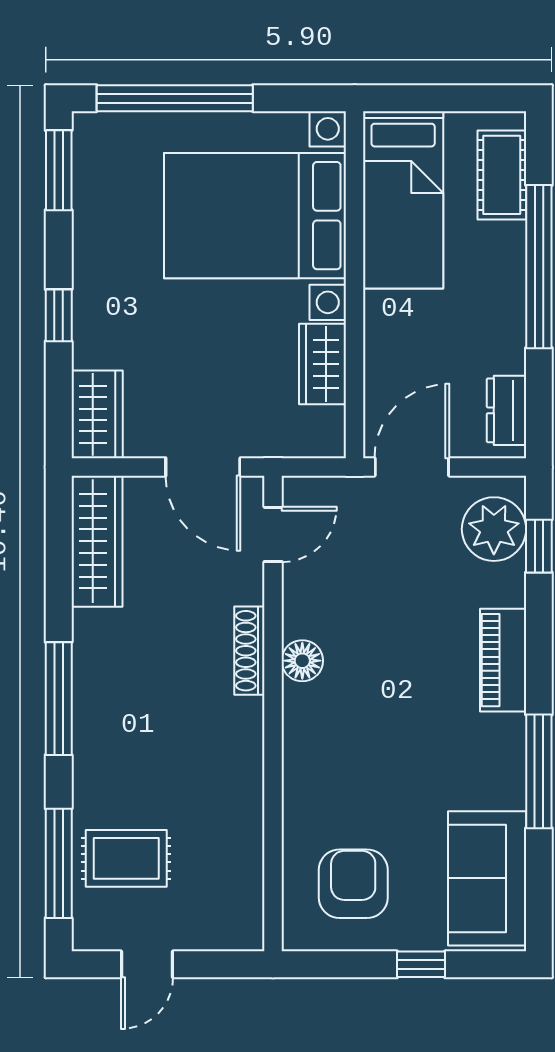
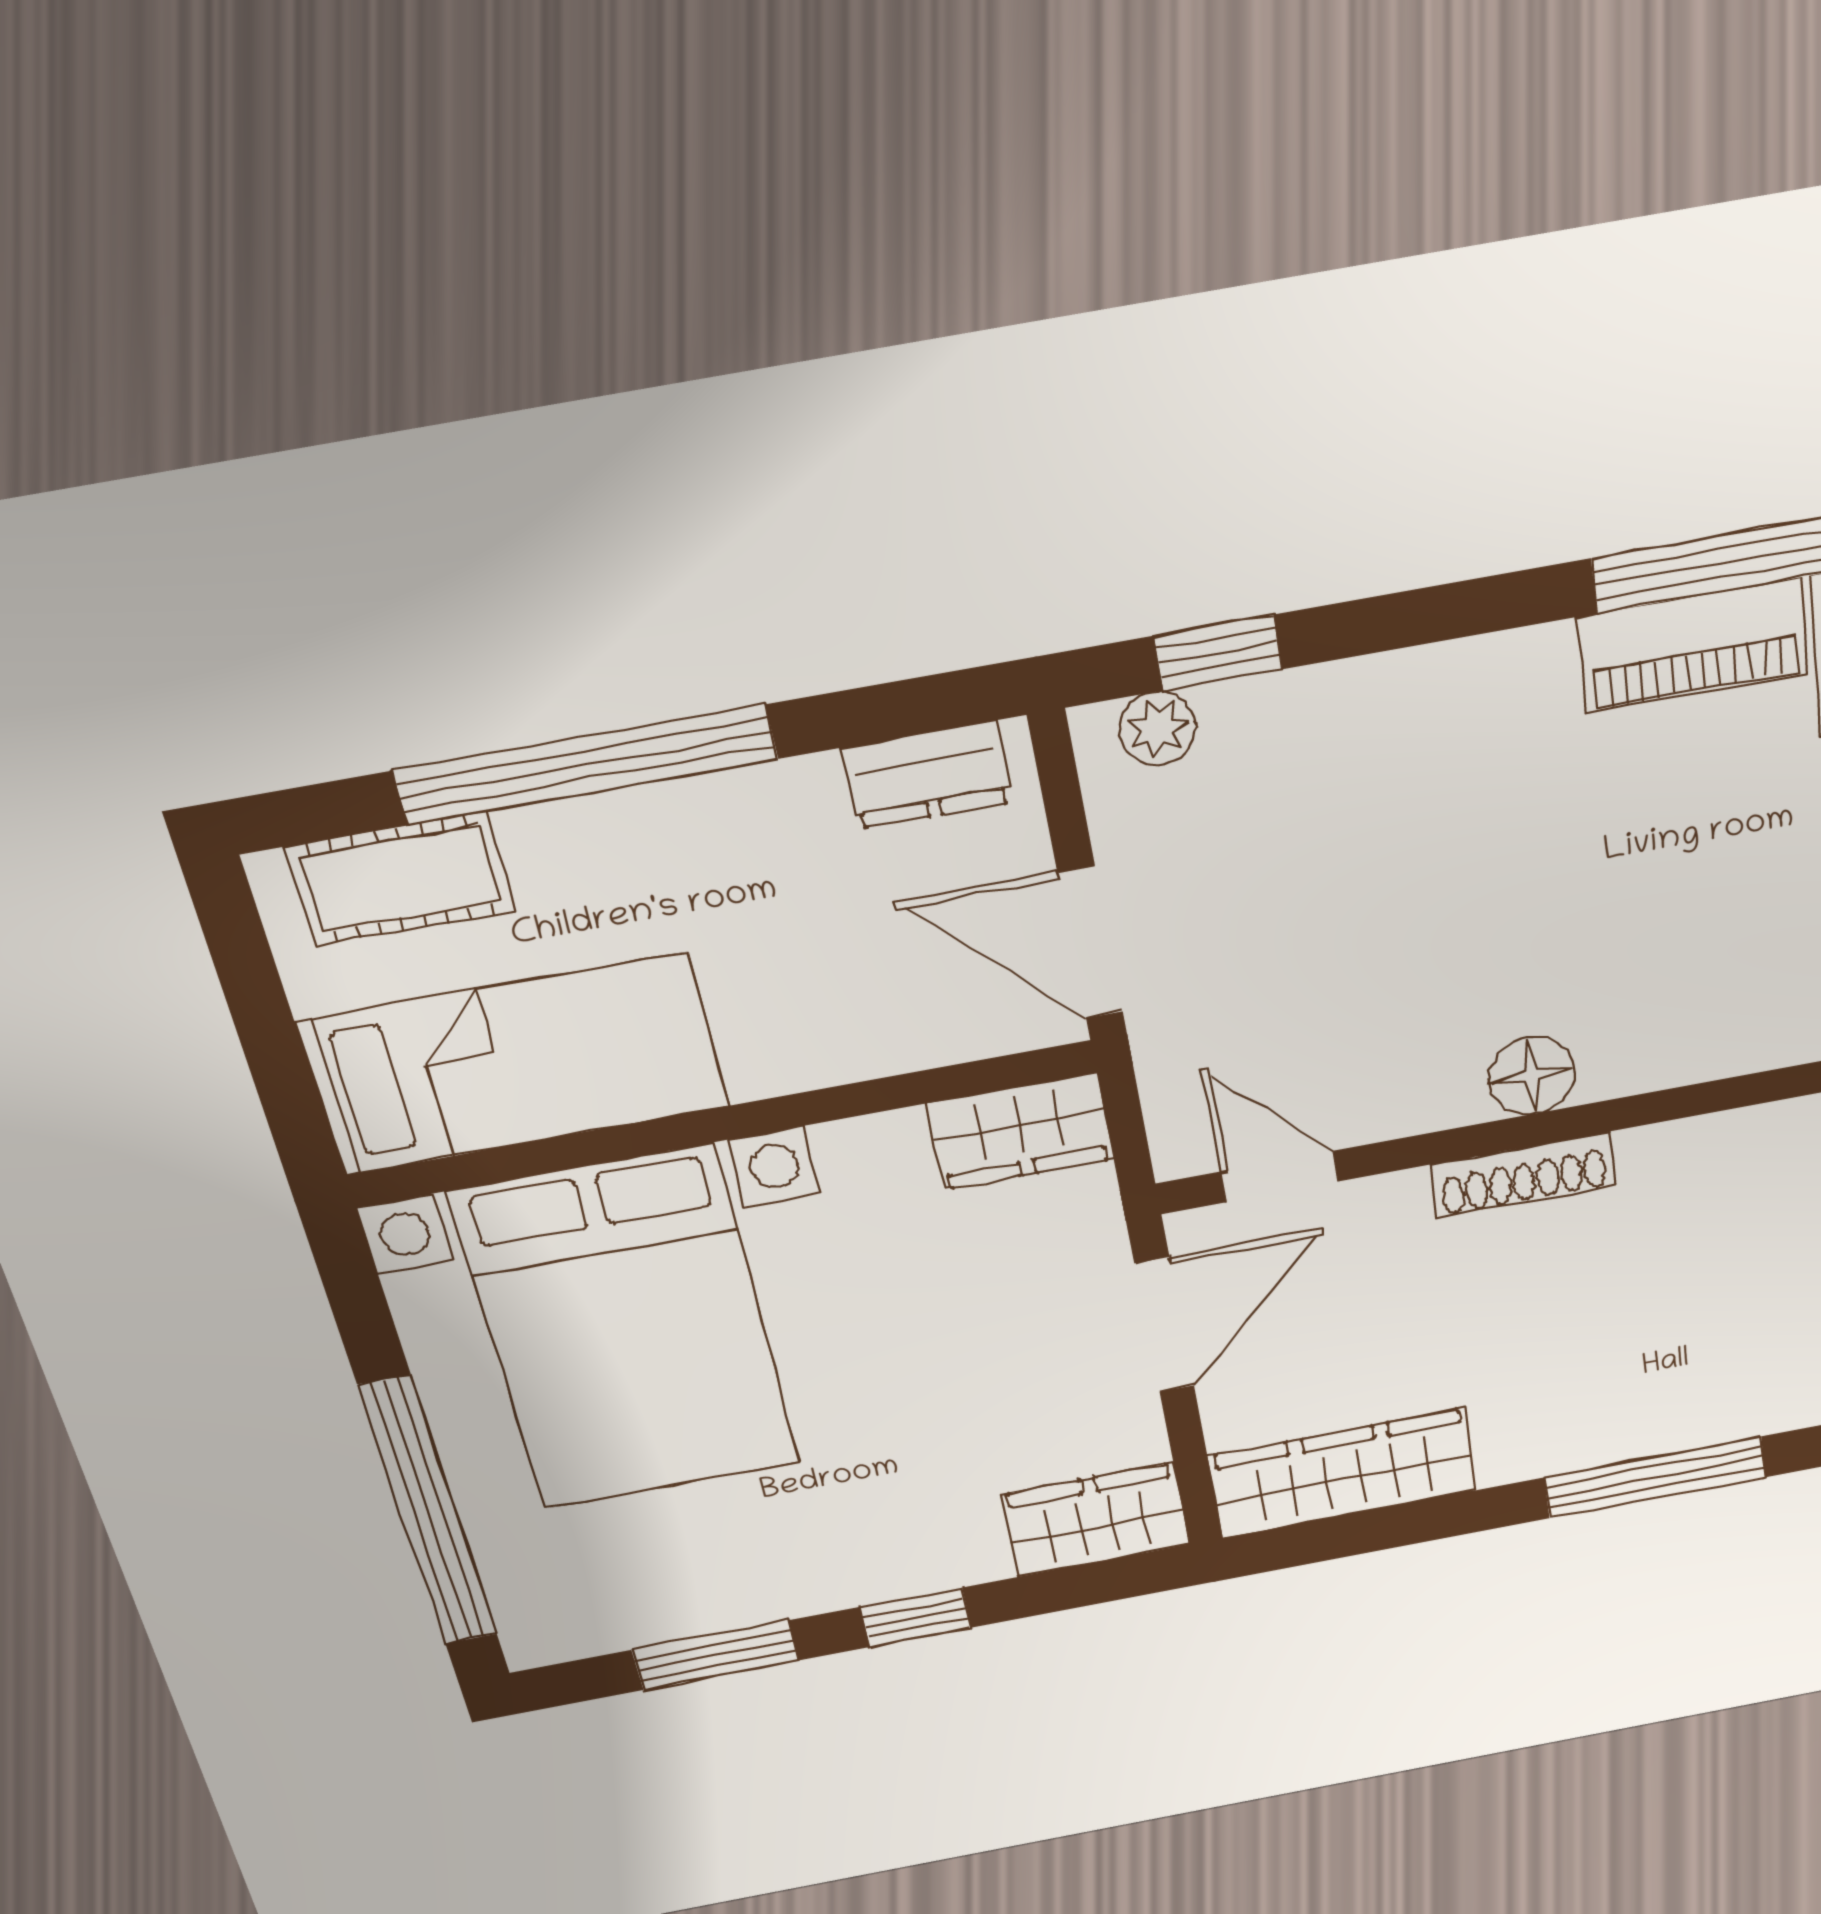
window: (59, 170) -> (716, 1655), moved
wardrobe: (322, 364) -> (1020, 1131), moved
plant: (494, 529) -> (1158, 728), width x0.53, depth x0.53
piano: (503, 660) -> (1693, 645), moved

